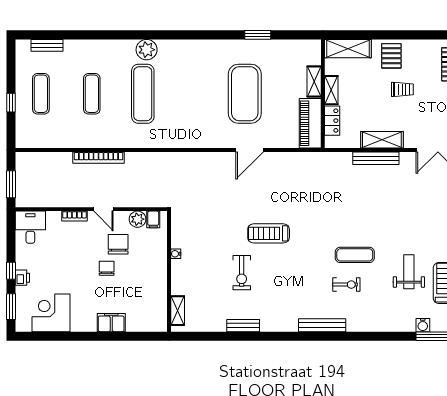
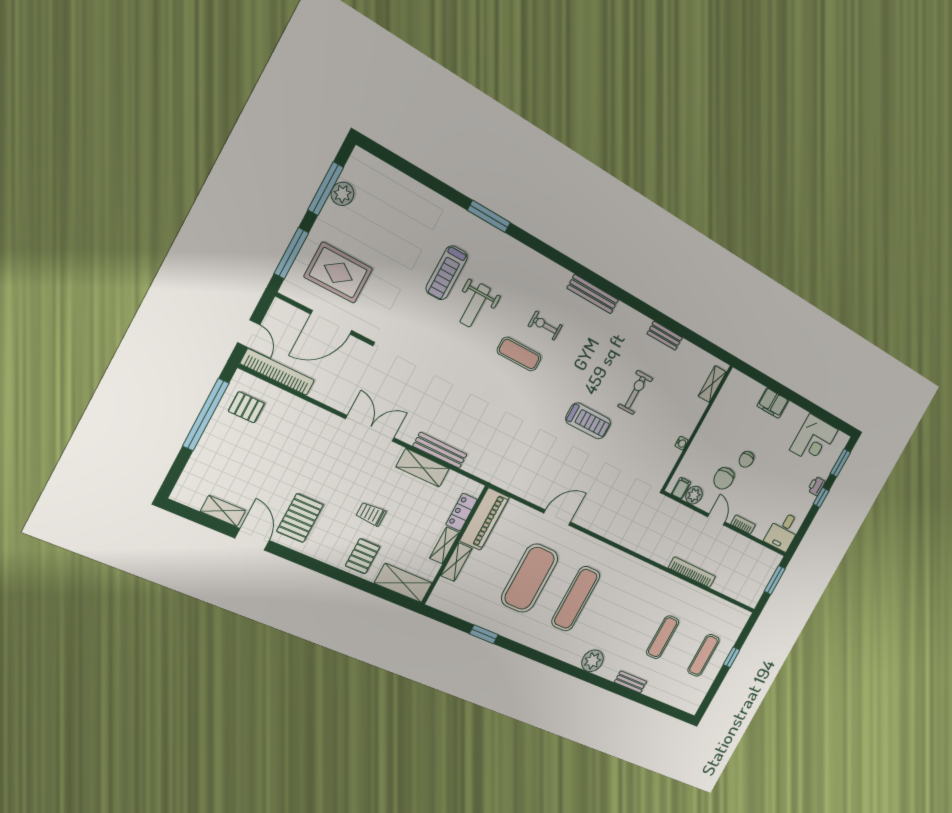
bench: (47, 45) -> (631, 682), moved
exercise mat: (143, 94) -> (576, 599), moved
water cooler: (423, 325) -> (494, 236), removed

